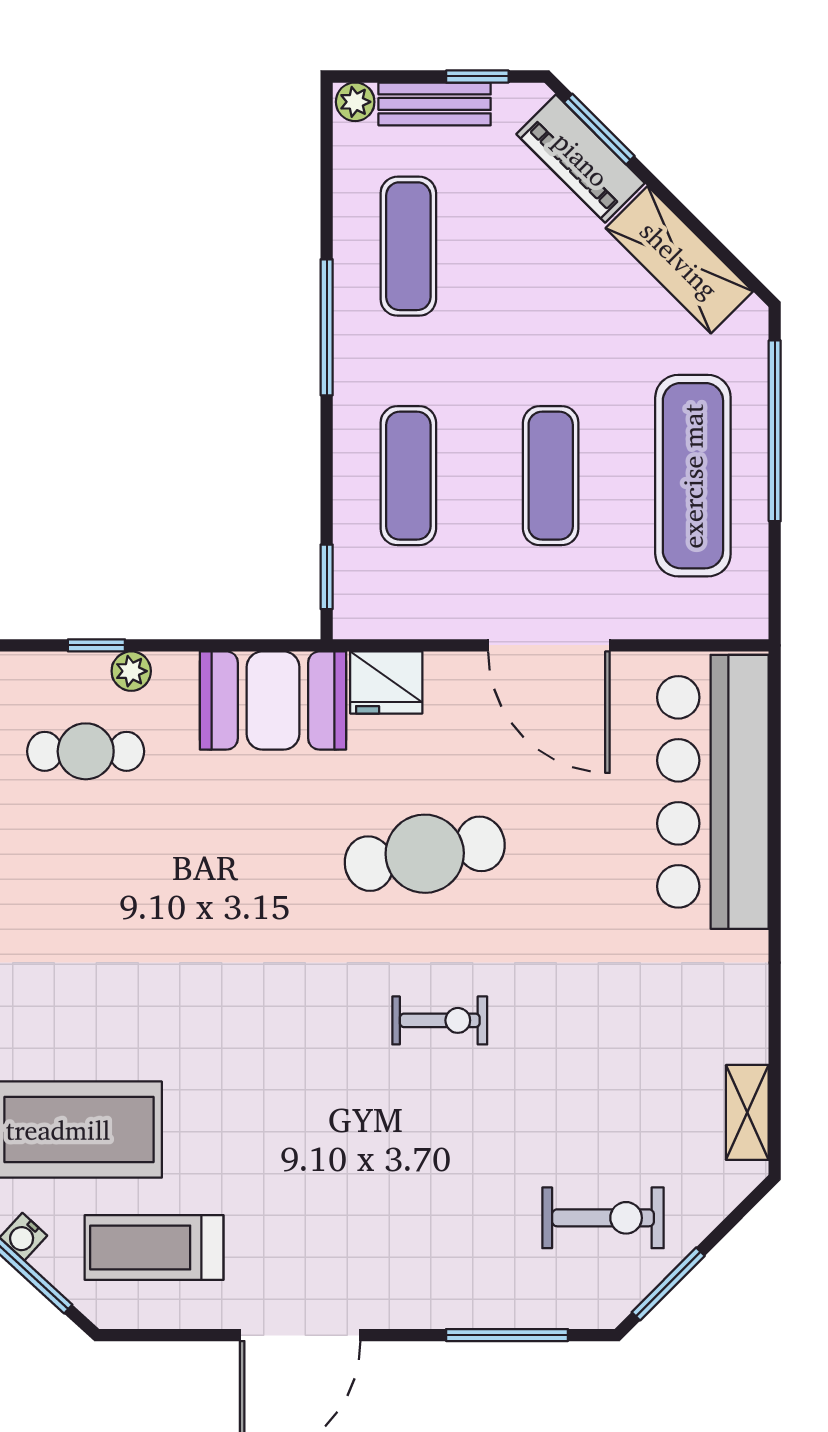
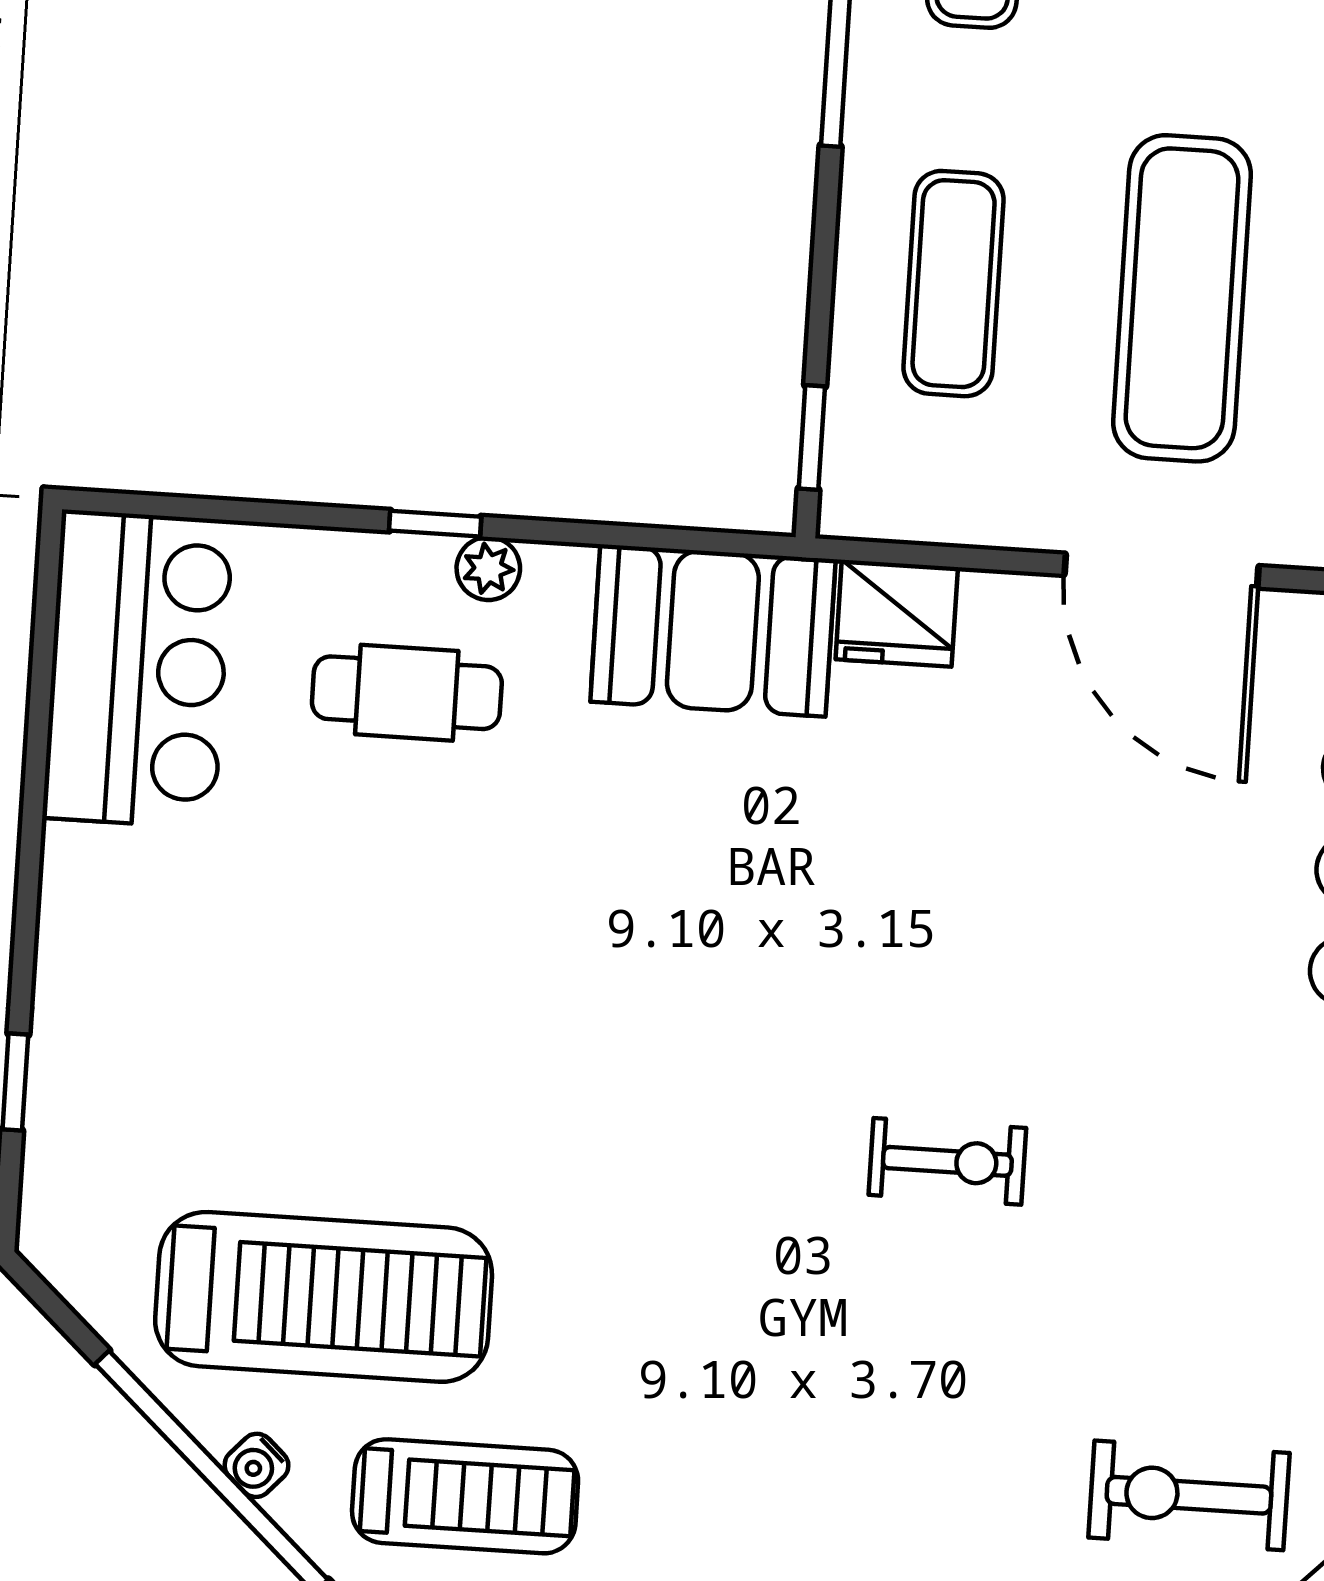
exercise mat: (551, 476) -> (1182, 298), width x1.36, depth x1.45
cafe table: (425, 854) -> (941, 892), removed
exercise bike: (603, 1218) -> (1189, 1495), turned 180
treadmill: (154, 1248) -> (465, 1496), turned 180

